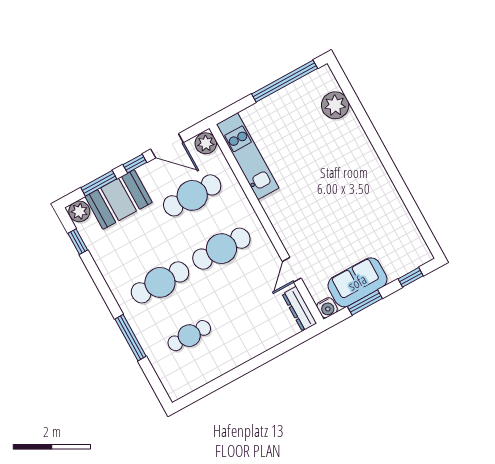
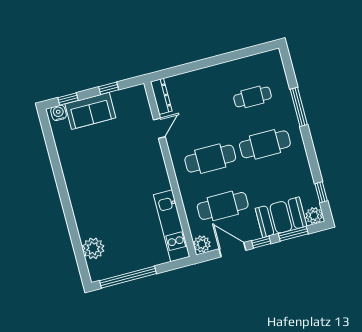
sofa: (357, 282) -> (90, 111), moved
window: (365, 303) -> (109, 88), width x0.67
water cooler: (327, 308) -> (58, 113), moved

